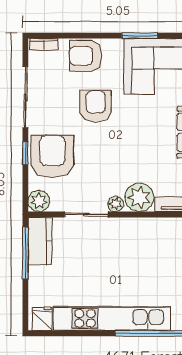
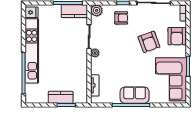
armchair: (85, 56) -> (177, 36), turned 180
armchair: (96, 106) -> (149, 42), turned 70
armchair: (52, 156) -> (121, 18), width x0.53, depth x0.53
plant: (139, 197) -> (99, 66), removed

